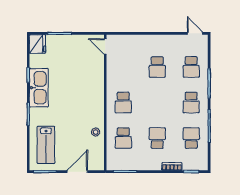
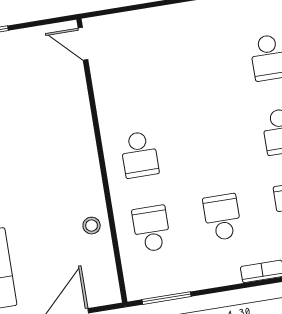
school desk: (157, 67) -> (198, 69), removed
school desk: (123, 138) -> (151, 229), turned 180

